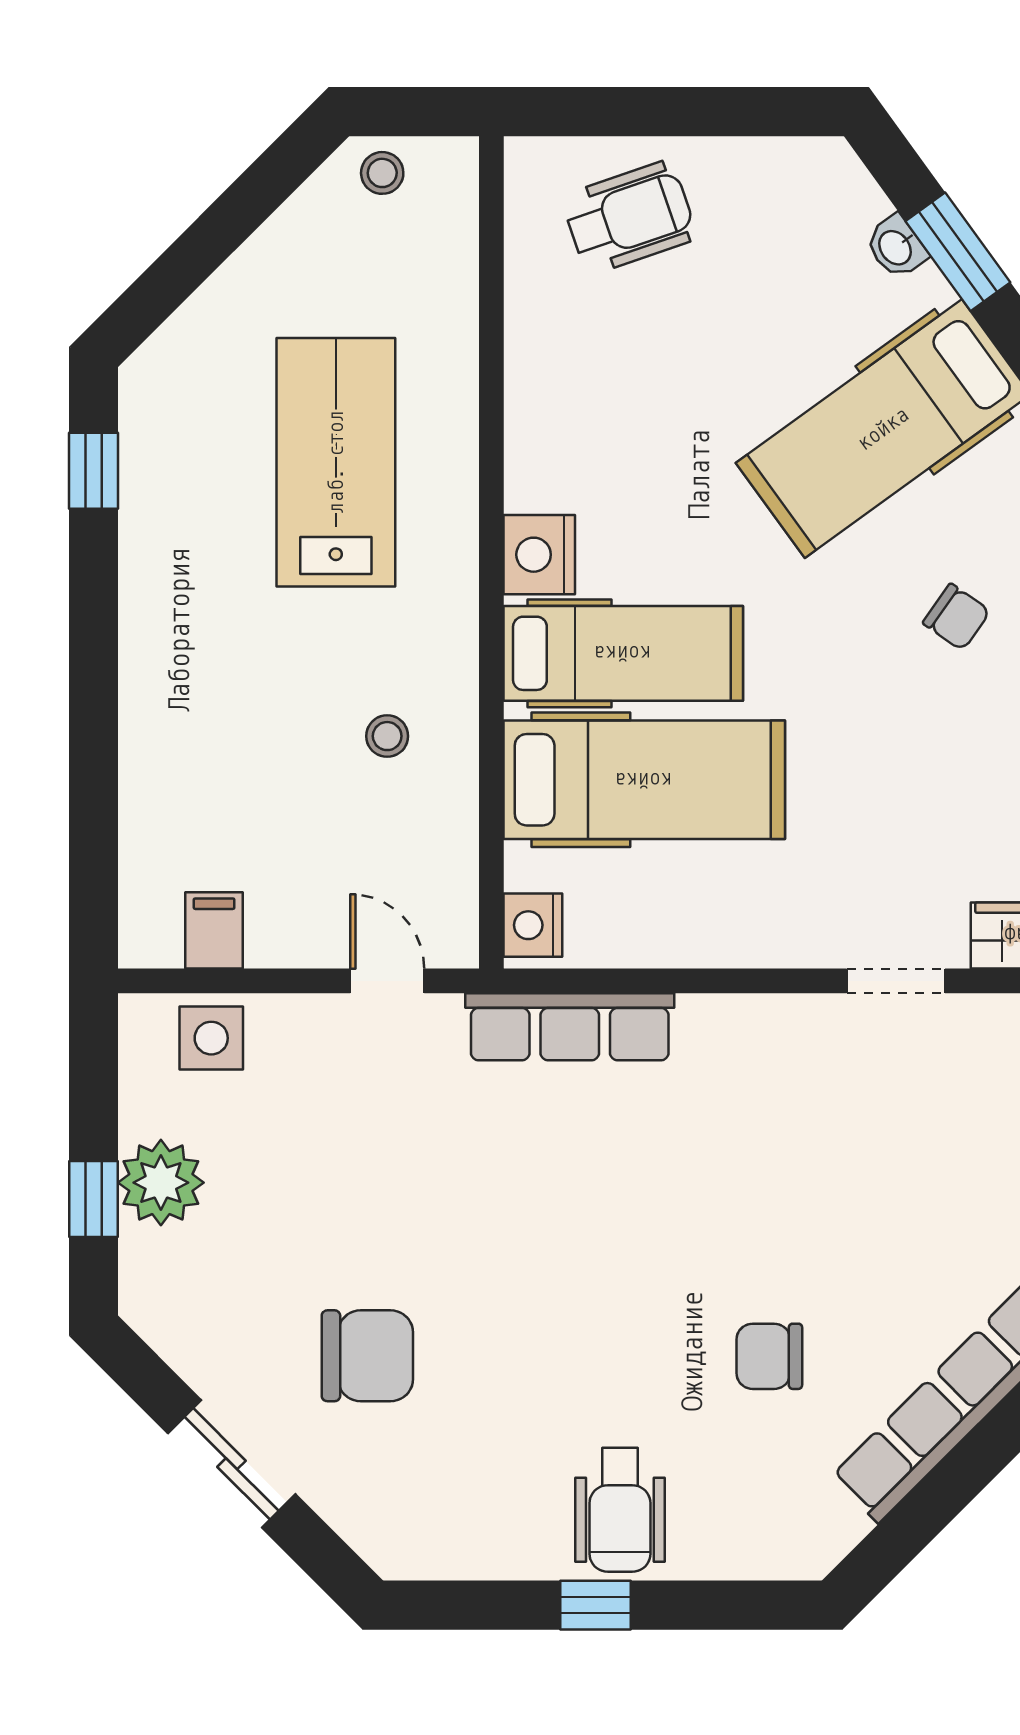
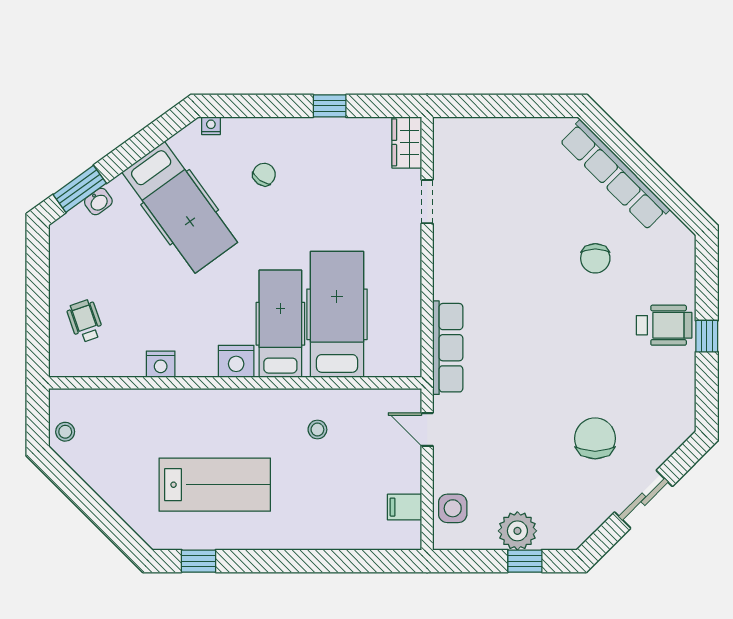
wheelchair: (629, 217) -> (85, 321), width x0.73, depth x0.73
window: (958, 252) -> (80, 189), moved
lab bench: (336, 462) -> (215, 485), moved, turned 180
nightstand: (533, 925) -> (161, 364), moved
door: (387, 981) -> (427, 429), hinge flipped

